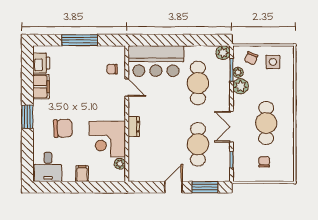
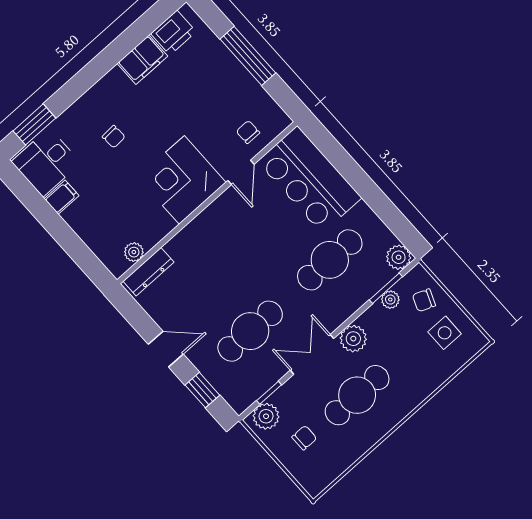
plant: (241, 86) -> (353, 339), moved
window: (27, 117) -> (34, 124), moved
dresser: (134, 127) -> (148, 272), moved, width x1.44
chair: (63, 128) -> (114, 137), width x0.54, depth x0.54
corner desk: (107, 139) -> (182, 180), moved
plant: (240, 170) -> (266, 416), added
filing cabinet: (82, 174) -> (62, 197), moved
window: (205, 187) -> (202, 390), width x0.67

